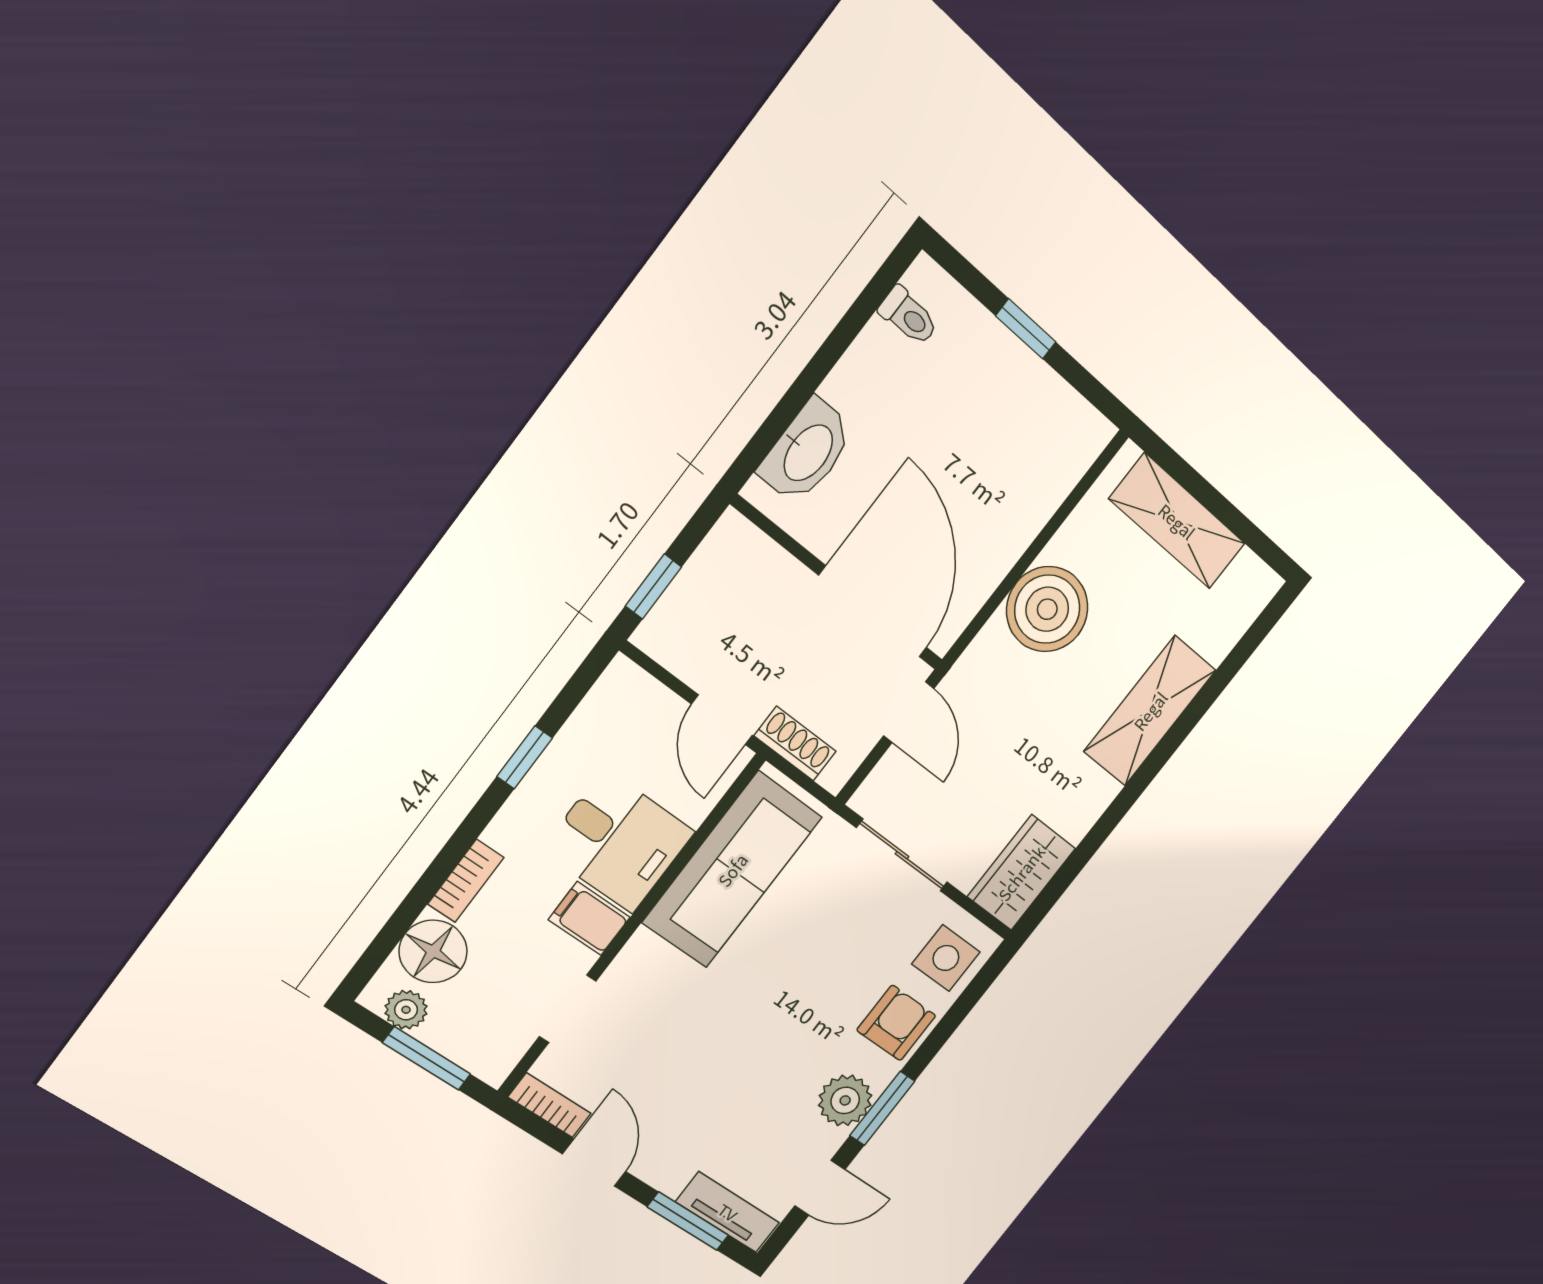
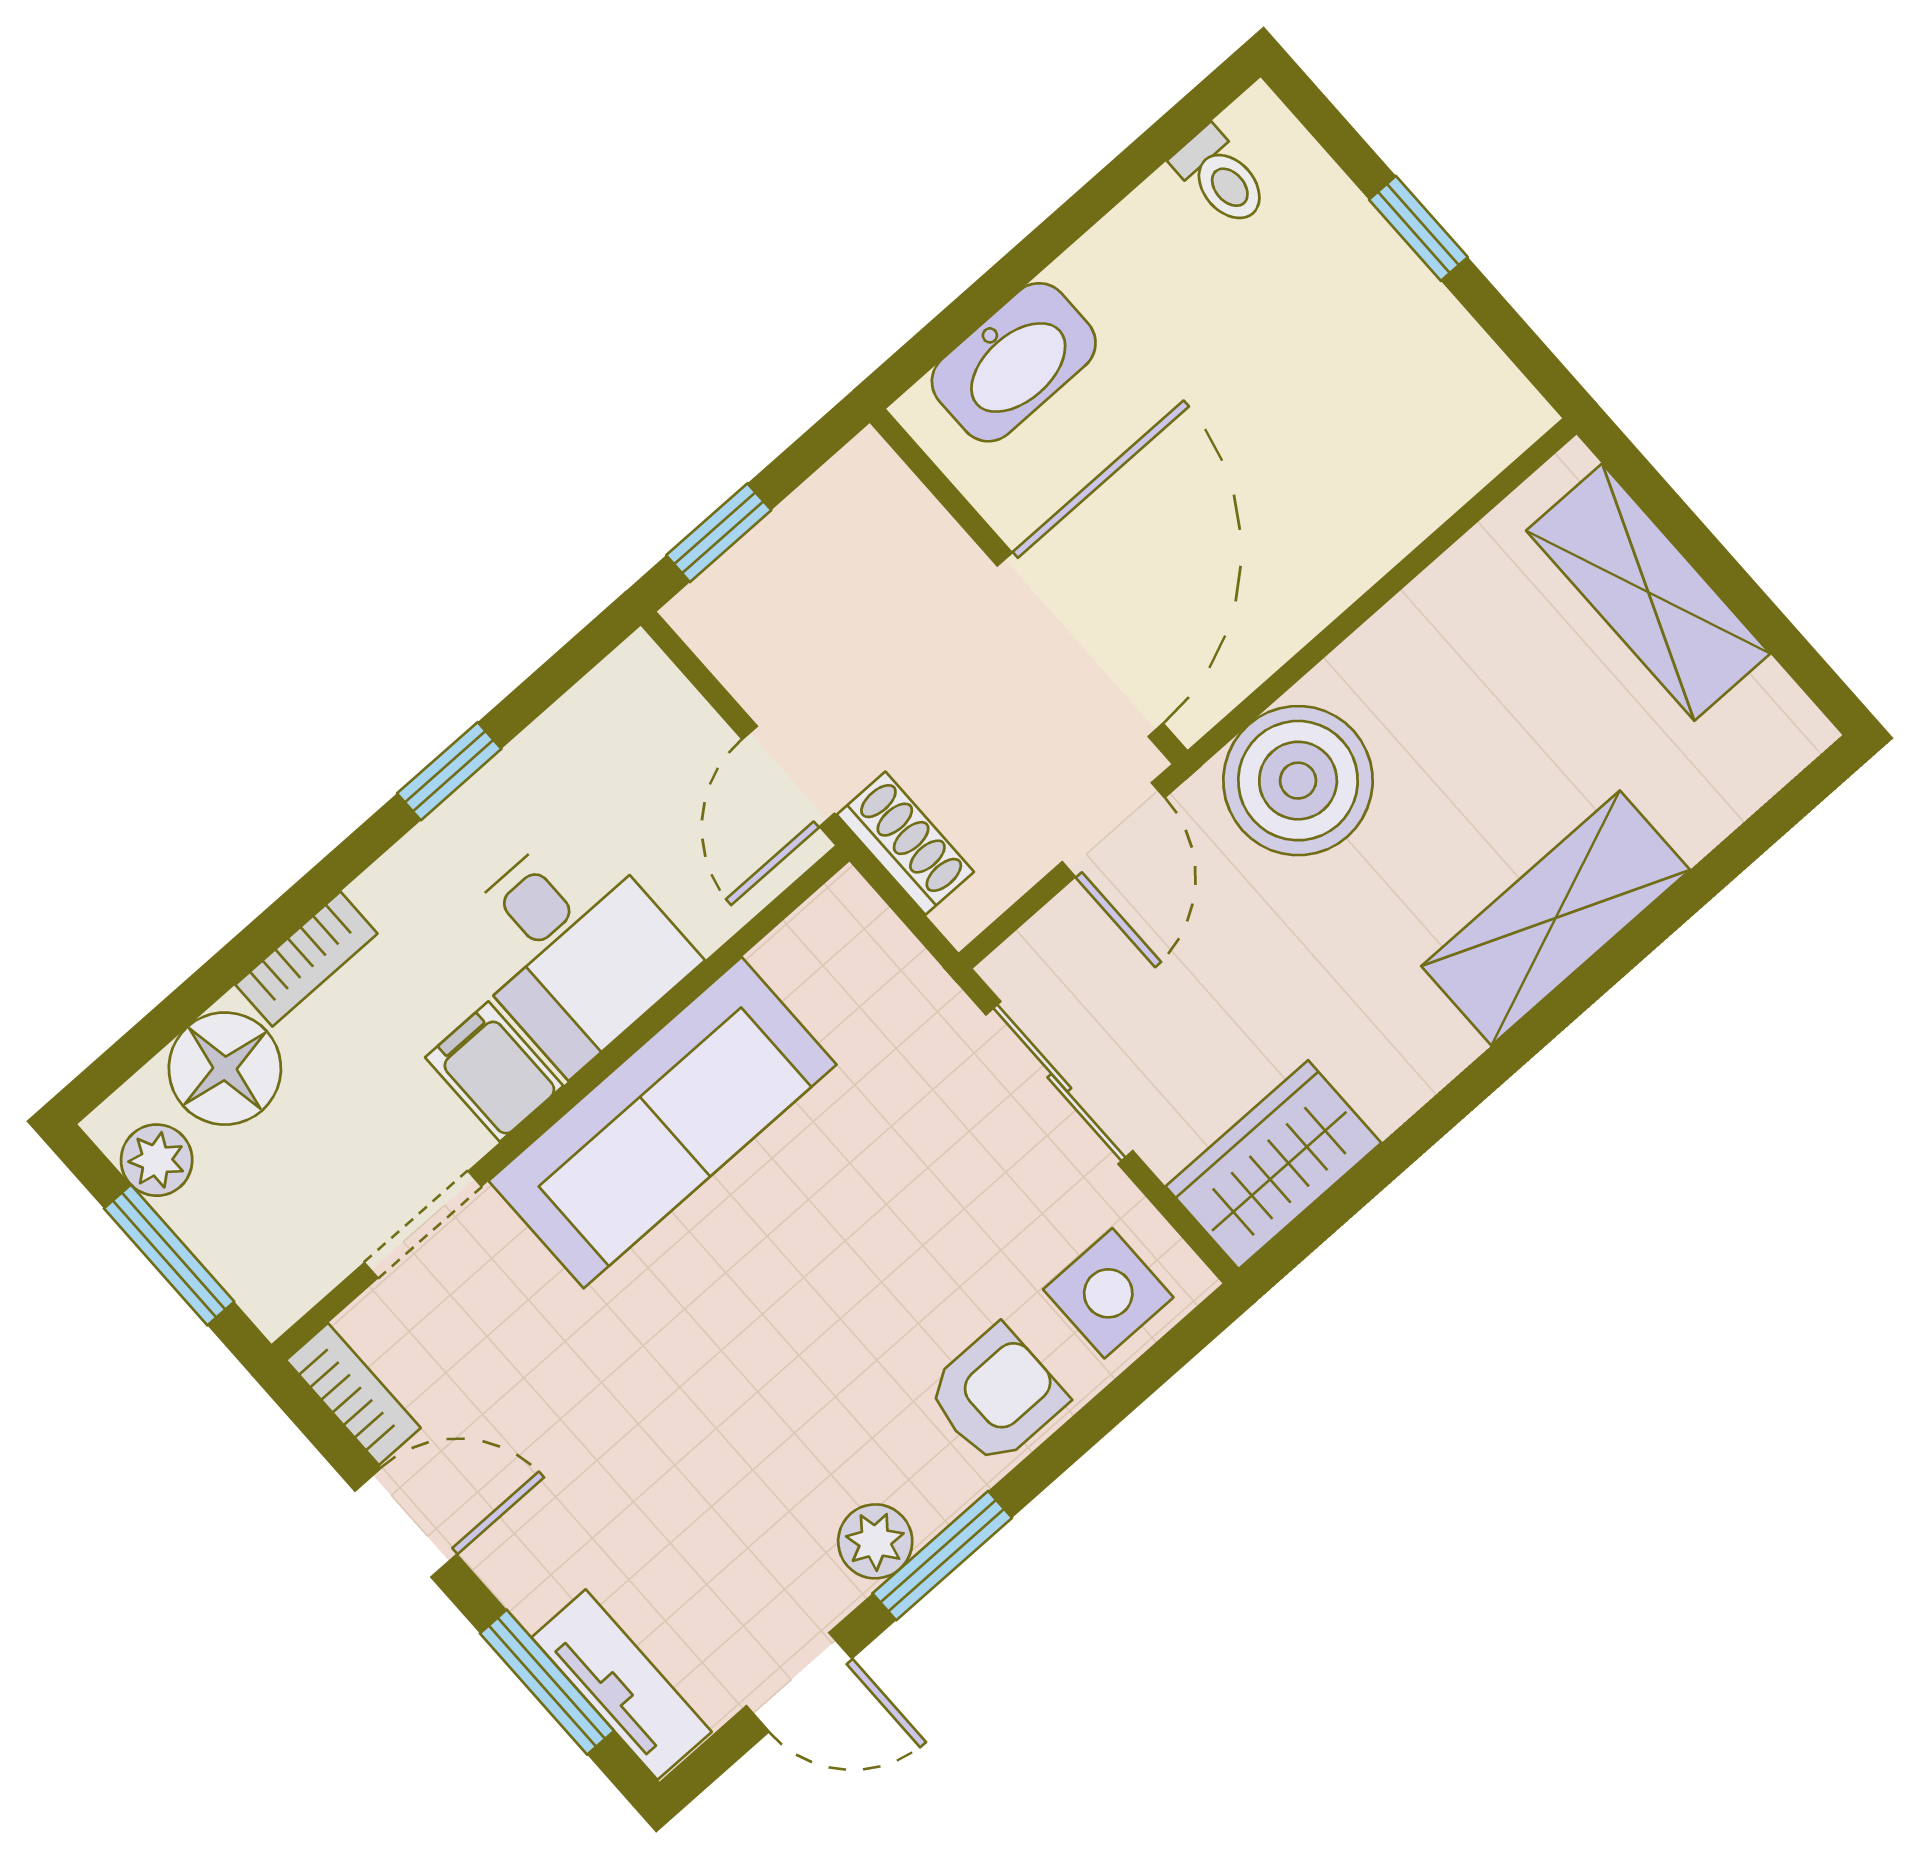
boiler: (1047, 609) -> (1298, 781), moved
sofa: (732, 870) -> (663, 1123), moved
plant: (845, 1100) -> (875, 1541), width x0.73, depth x0.73
door: (594, 1163) -> (406, 1523), hinge flipped

